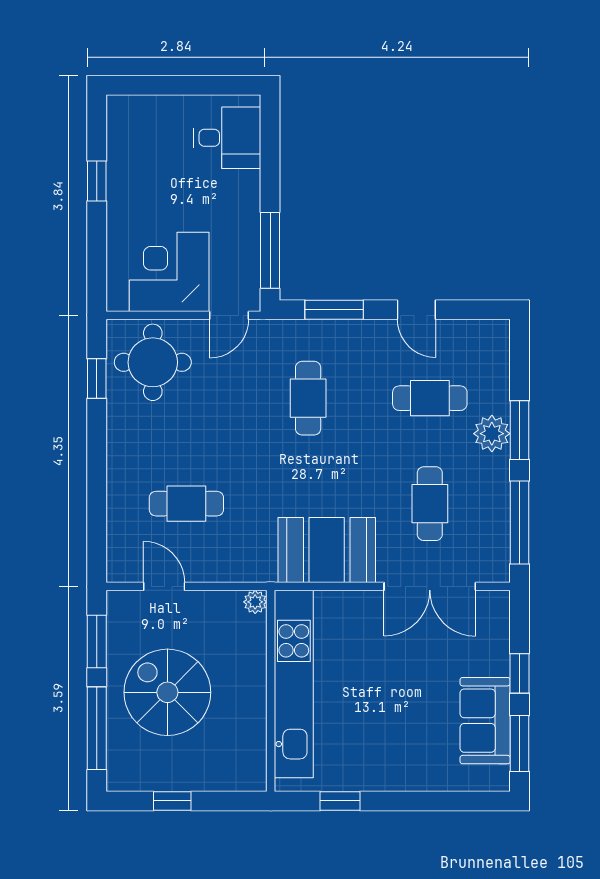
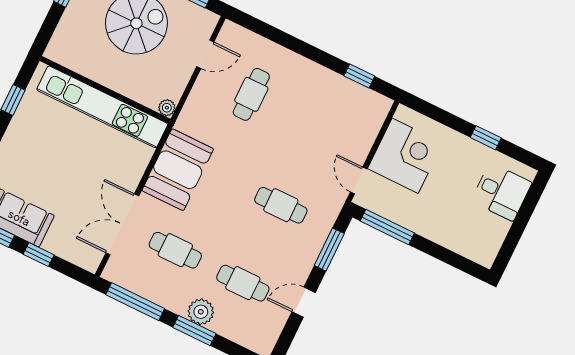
desk: (227, 138) -> (501, 192), moved, turned -90
round table: (153, 362) -> (352, 117), removed
cafe table: (430, 398) -> (243, 283), turned 90

